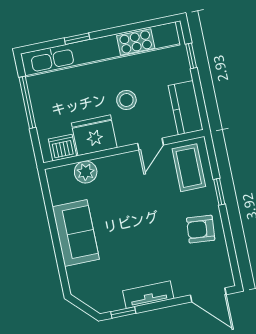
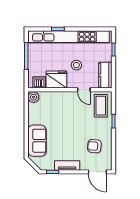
door: (150, 144) -> (84, 90), hinge flipped
plant: (86, 172) -> (34, 97), moved
armchair: (201, 229) -> (94, 146), moved
sofa: (76, 233) -> (37, 141), moved

